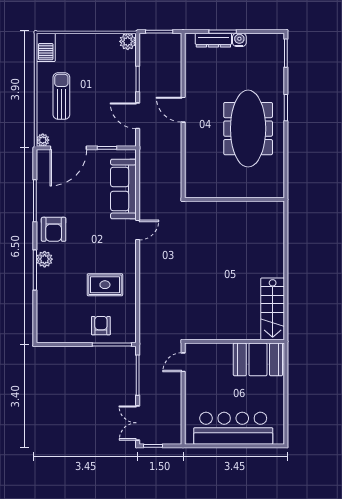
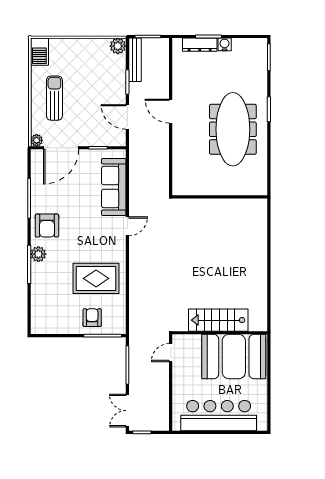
bench: (146, 56) -> (135, 60), added
rug: (105, 285) -> (96, 278), width x1.36, depth x1.43
stairs: (273, 309) -> (218, 320), moved, turned 90
booth: (258, 359) -> (234, 357), width x1.36, depth x1.42

